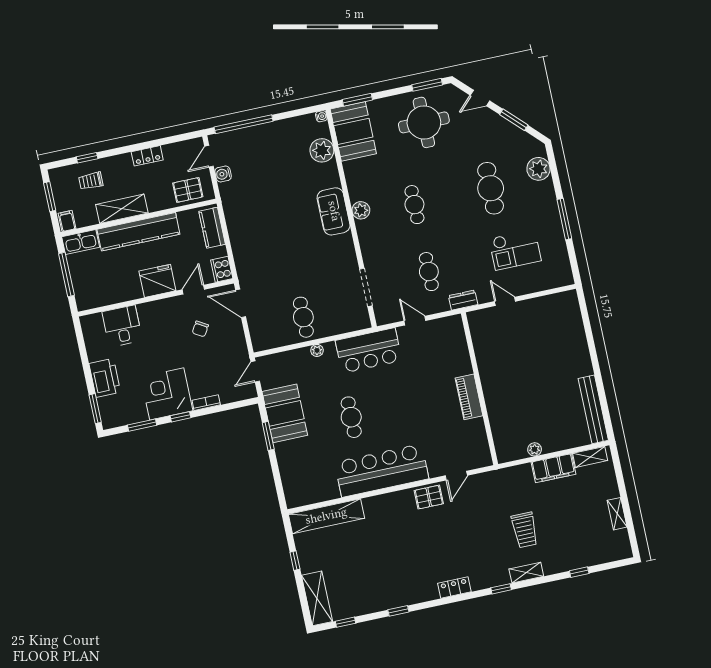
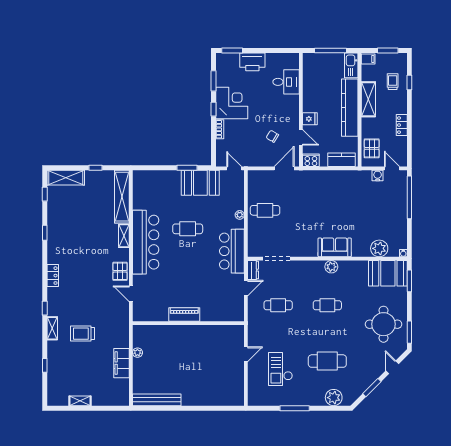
fridge: (157, 281) -> (310, 119), width x0.53, depth x0.75
dresser: (463, 300) -> (253, 270), moved
shelving: (590, 457) -> (124, 236), moved

